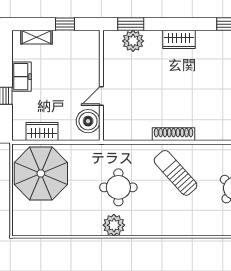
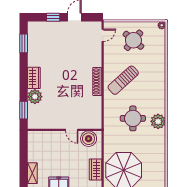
window: (65, 24) -> (24, 154), removed
plant: (133, 41) -> (35, 97), moved

